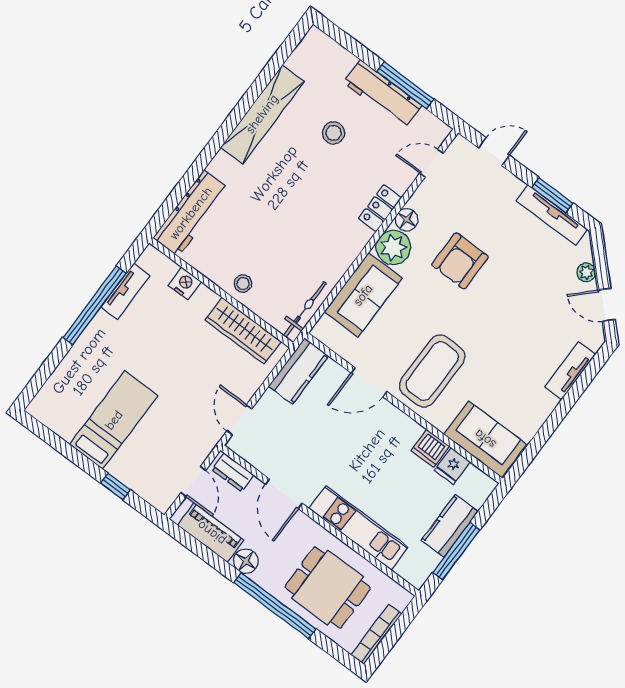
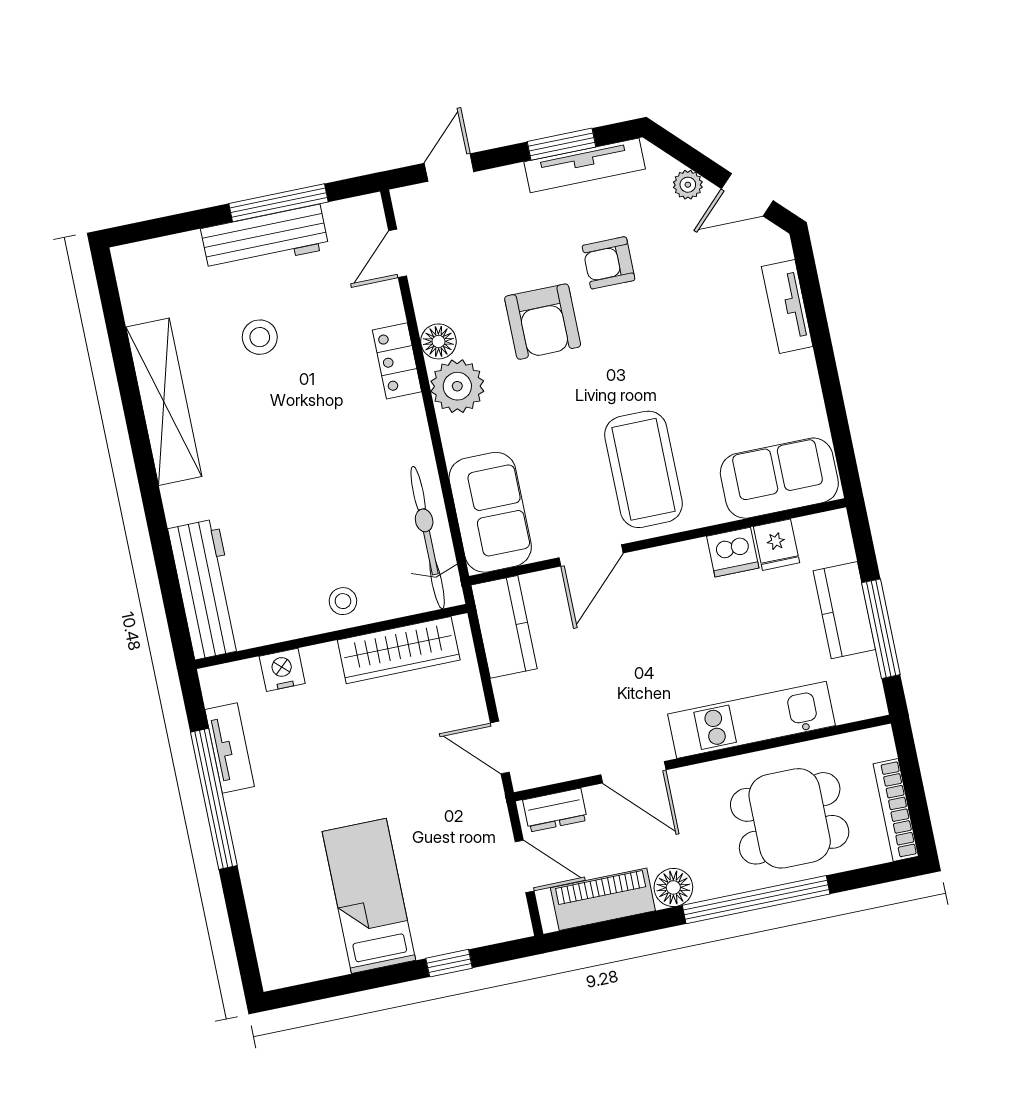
armchair: (516, 268) -> (609, 263), added
sofa: (363, 295) -> (490, 512), moved
bicycle: (305, 310) -> (428, 538), width x1.37, depth x1.40

